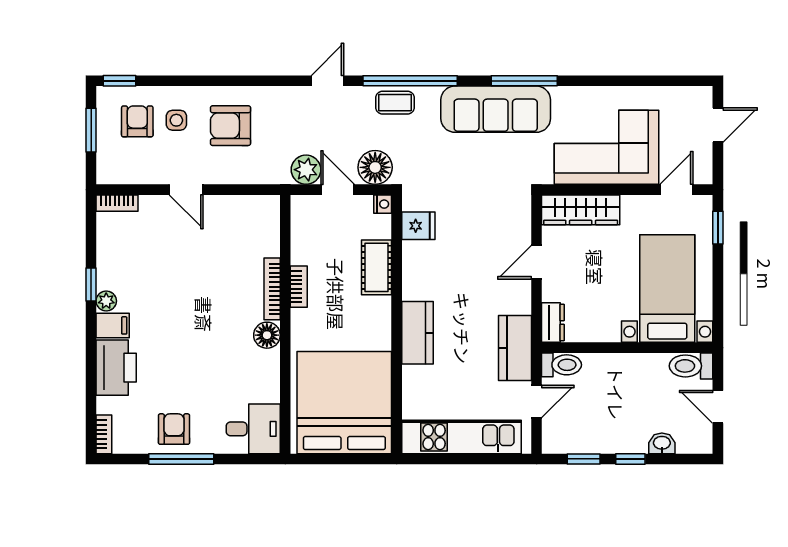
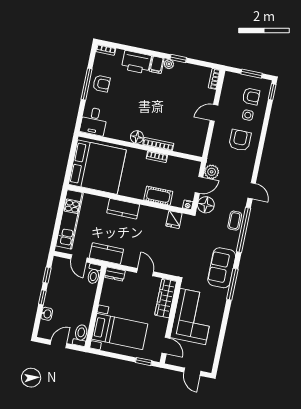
sofa: (496, 109) -> (222, 268), width x0.73

